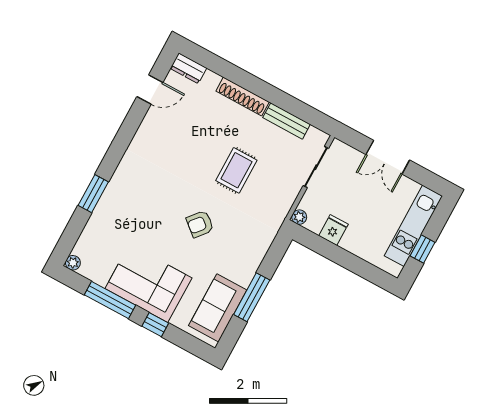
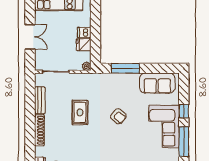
rug: (236, 170) -> (80, 112), turned 90
dishwasher: (351, 241) -> (84, 32), added
window: (252, 297) -> (125, 68), moved

